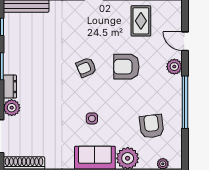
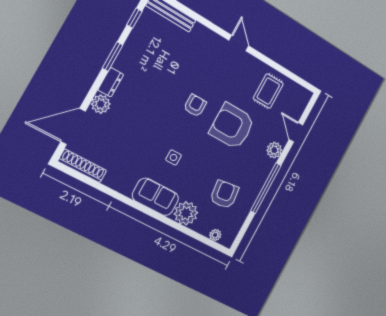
armchair: (86, 67) -> (195, 106), turned 113
armchair: (126, 67) -> (232, 126), width x1.36, depth x1.36

